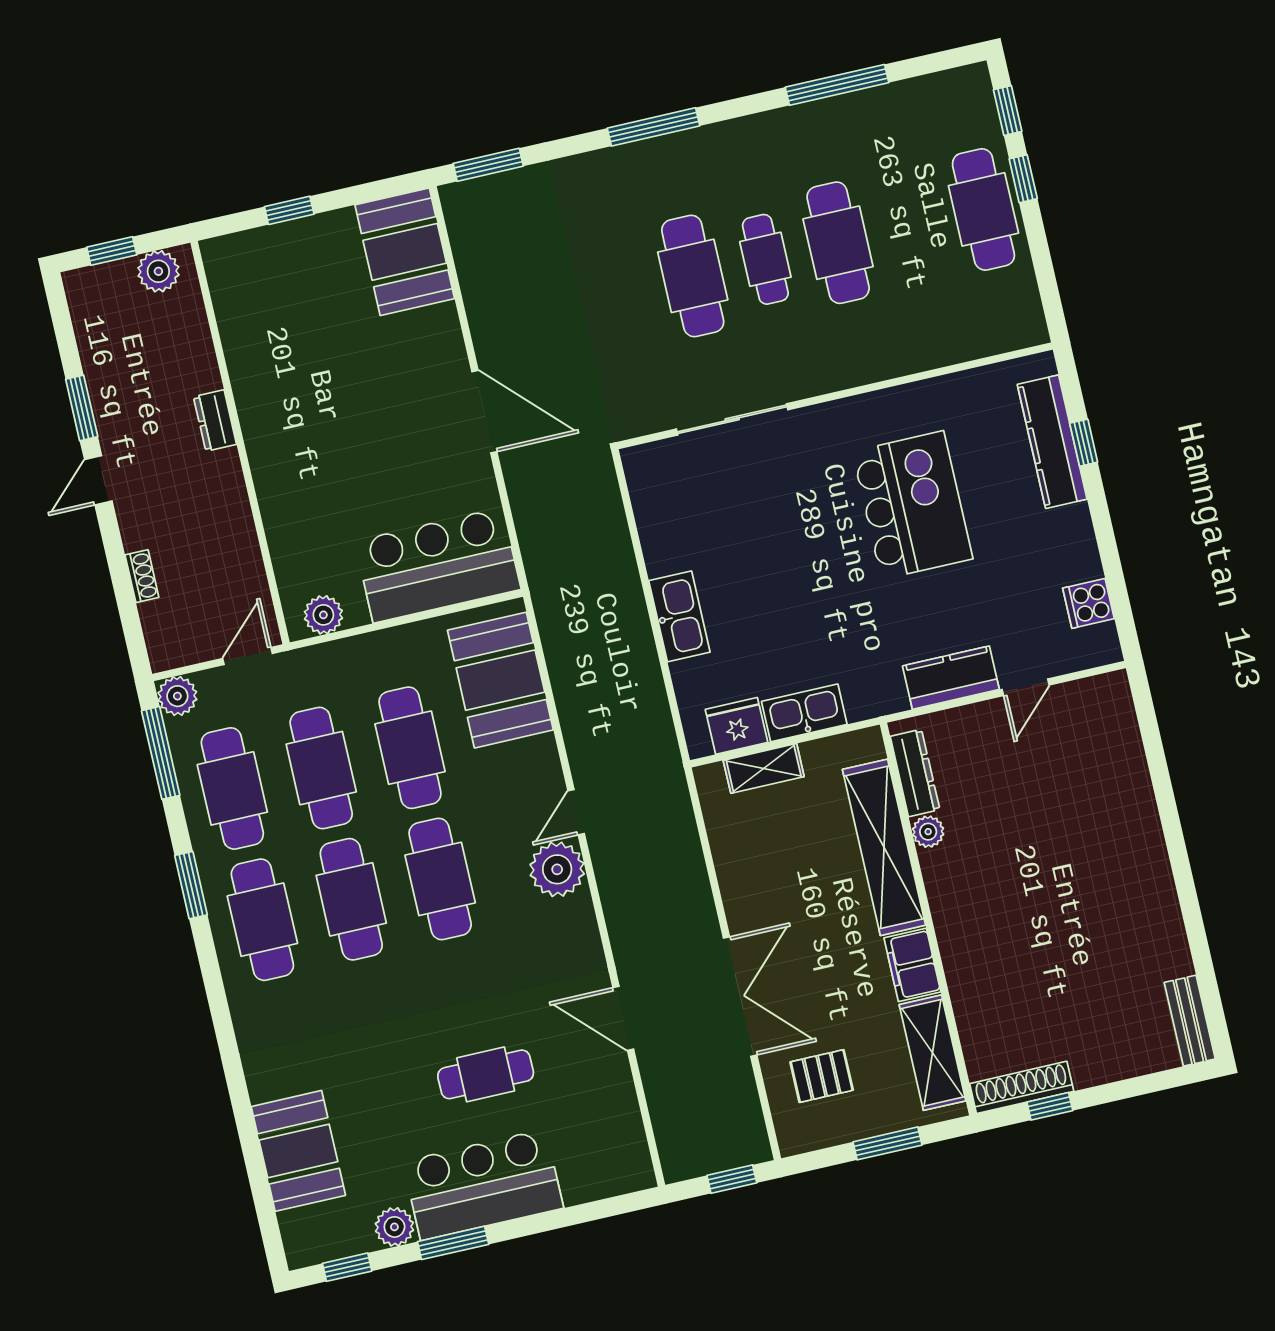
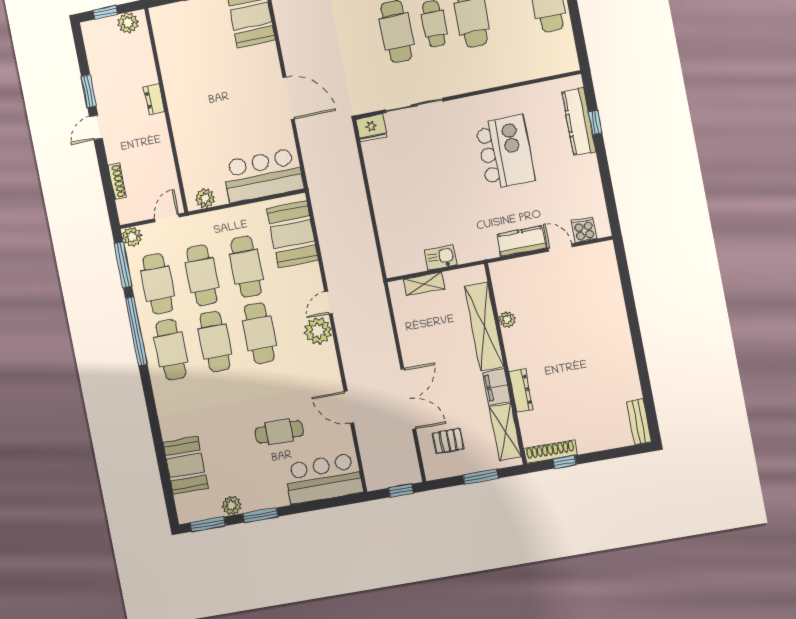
shoe rack: (142, 576) -> (117, 181), width x1.43
cooker: (1089, 603) -> (584, 230), moved, turned 90
kitchen sink: (679, 616) -> (384, 205), removed
door: (1026, 687) -> (560, 248), swing flipped
kitchen sink: (804, 713) -> (440, 258), width x0.73
fridge: (736, 726) -> (371, 128), moved, turned 180
dresser: (915, 773) -> (521, 390), moved
window: (191, 885) -> (136, 331), width x2.11
bar counter: (483, 1185) -> (323, 479), moved
window: (347, 1267) -> (208, 524), width x1.50

